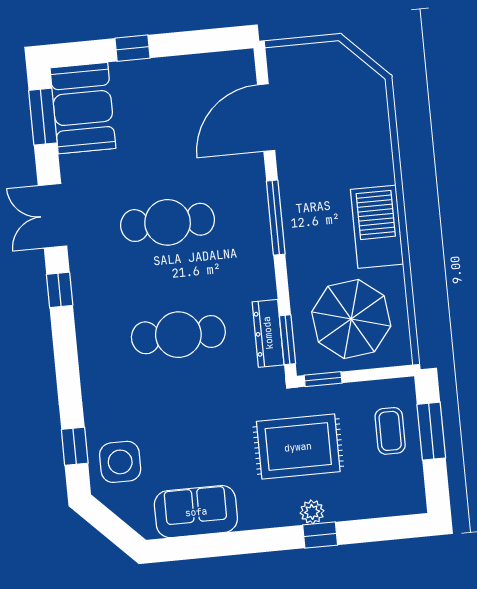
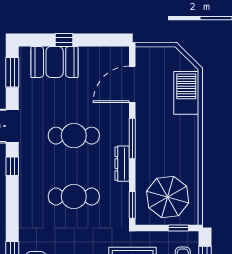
booth: (83, 108) -> (55, 62), moved, turned 90
barbecue: (377, 227) -> (186, 93), moved
dresser: (268, 333) -> (122, 164), moved
window: (323, 379) -> (178, 228), moved

